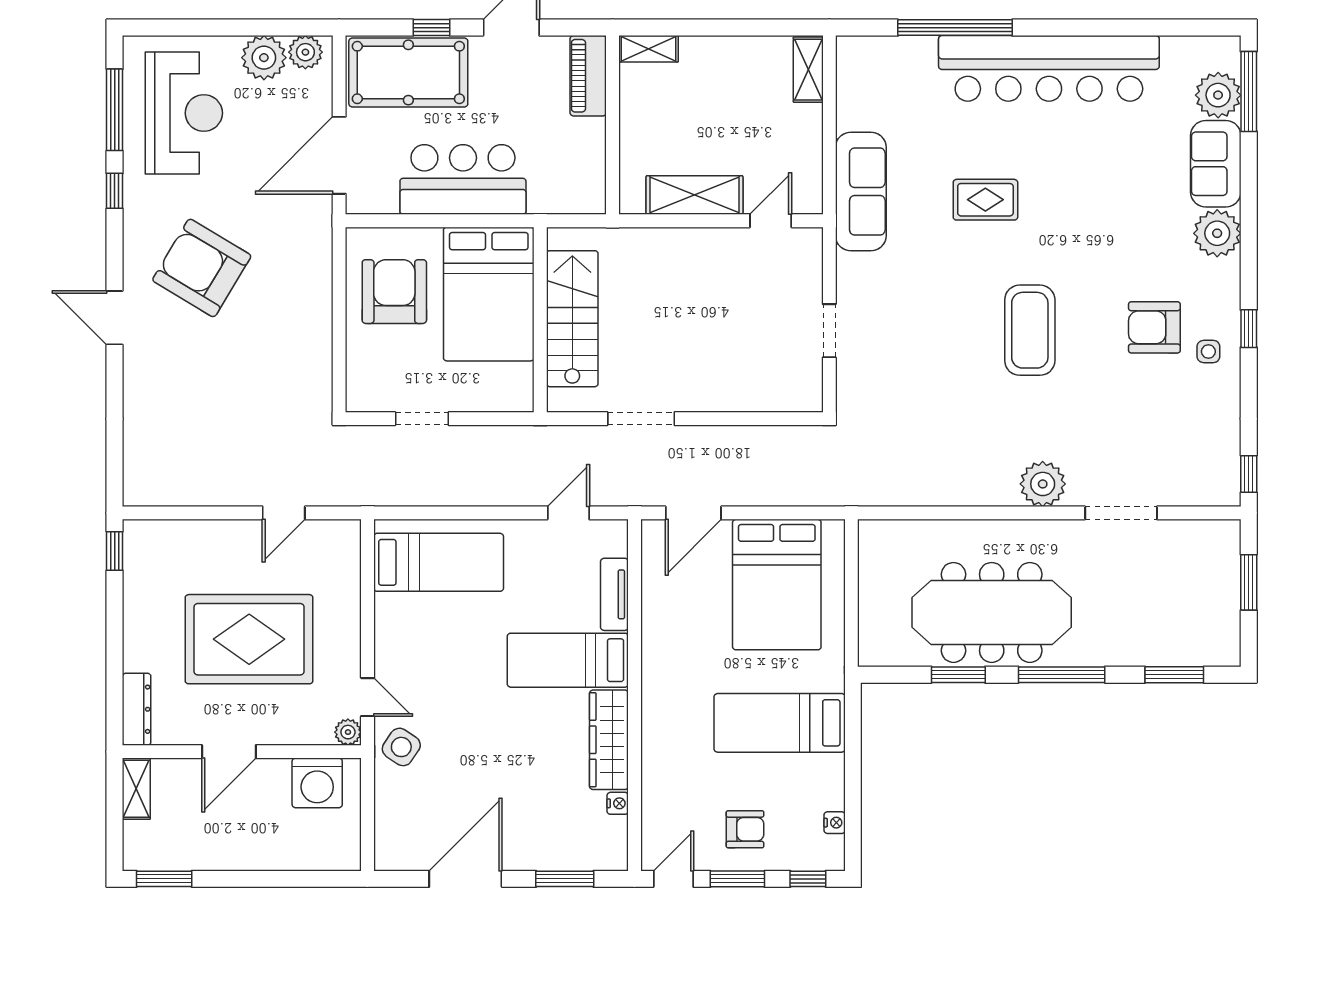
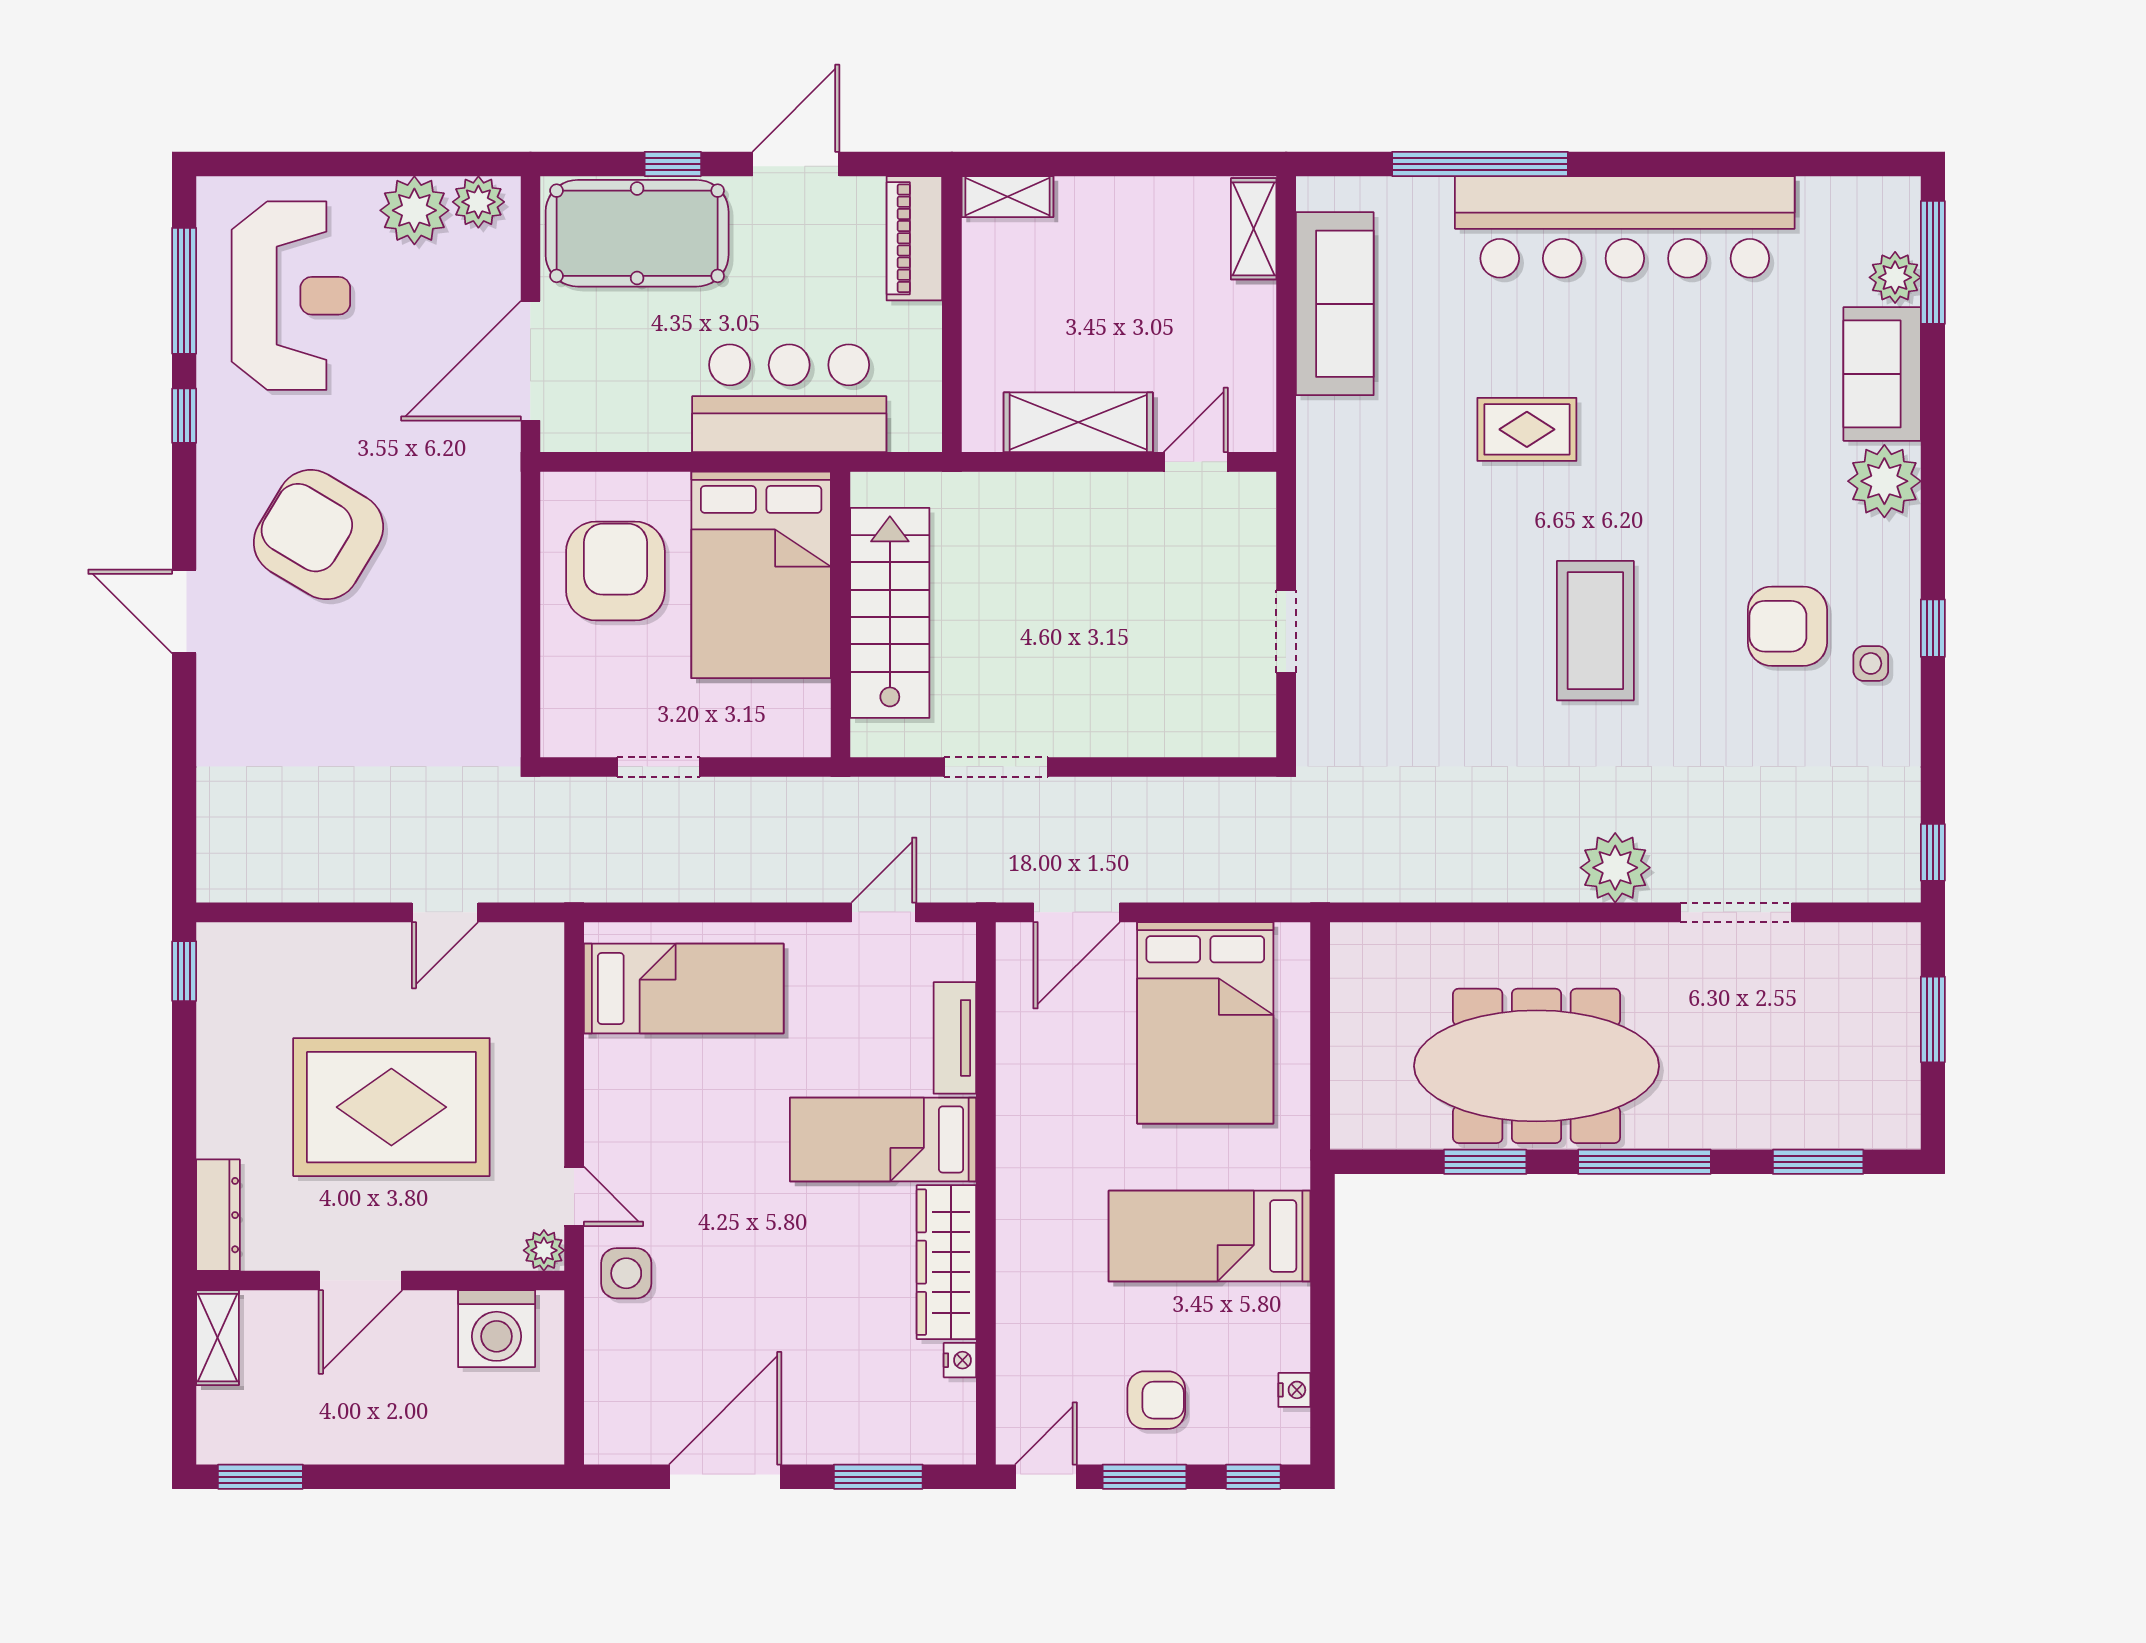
plant: (1218, 95) -> (1895, 277), width x0.73, depth x0.73
bar counter: (463, 179) -> (789, 398), moved
sofa: (861, 192) -> (1335, 304), moved
side table: (401, 747) -> (626, 1273), turned -34

